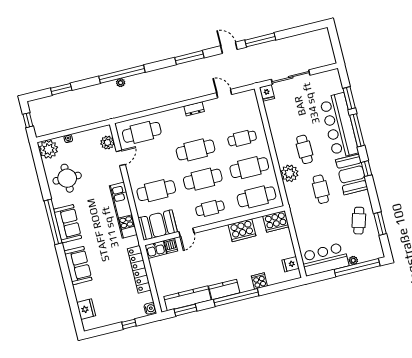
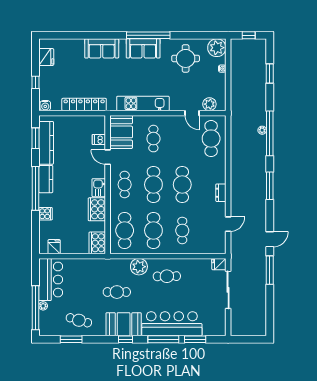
window: (189, 58) -> (270, 186), moved
cafe table: (304, 149) -> (167, 276), moved
cafe table: (156, 191) -> (153, 139), width x0.73, depth x0.74
kitchen sink: (156, 250) -> (99, 188), moved
fridge: (86, 309) -> (46, 57), moved, turned -90

